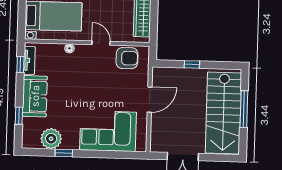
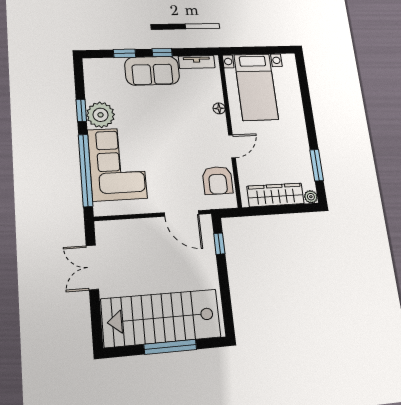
window: (192, 64) -> (219, 244), moved
window: (20, 65) -> (162, 53), moved
door: (150, 100) -> (182, 213), moved
plant: (51, 139) -> (101, 115), moved
window: (111, 154) -> (86, 170), added

